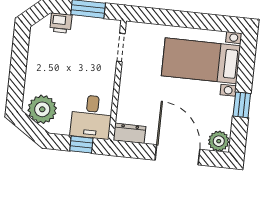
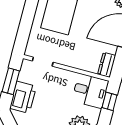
printer: (61, 23) -> (23, 97), width x1.87, depth x1.48

